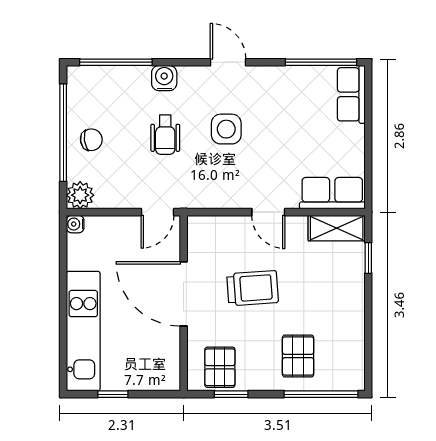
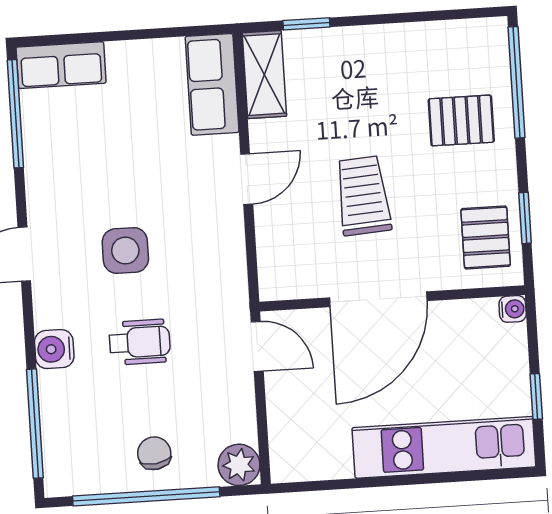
water cooler: (75, 224) -> (513, 309), moved, turned -90
pallet: (220, 367) -> (486, 237), turned 90

